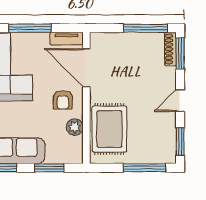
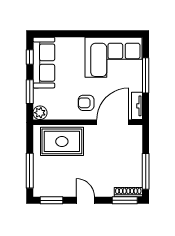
plant: (75, 127) -> (40, 113), moved

